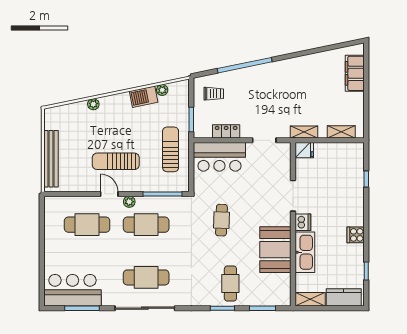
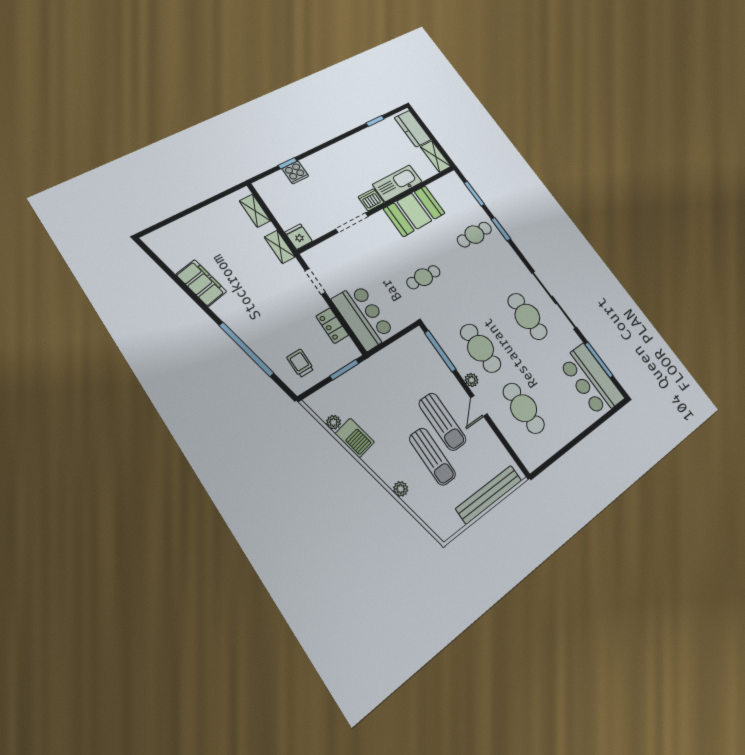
filing cabinet: (355, 73) -> (201, 283), moved, turned -102
sun lounger: (171, 149) -> (432, 456), moved, turned -90
cooker: (356, 235) -> (295, 172), moved

